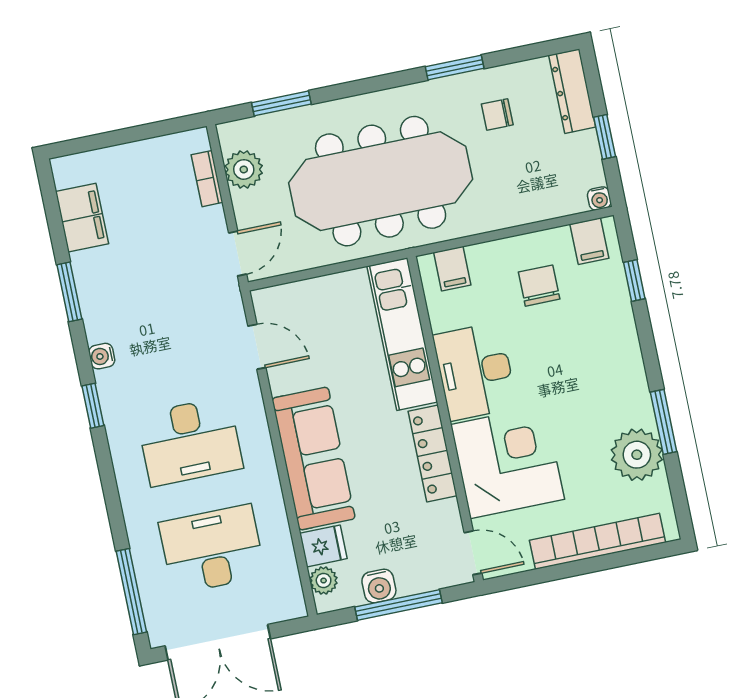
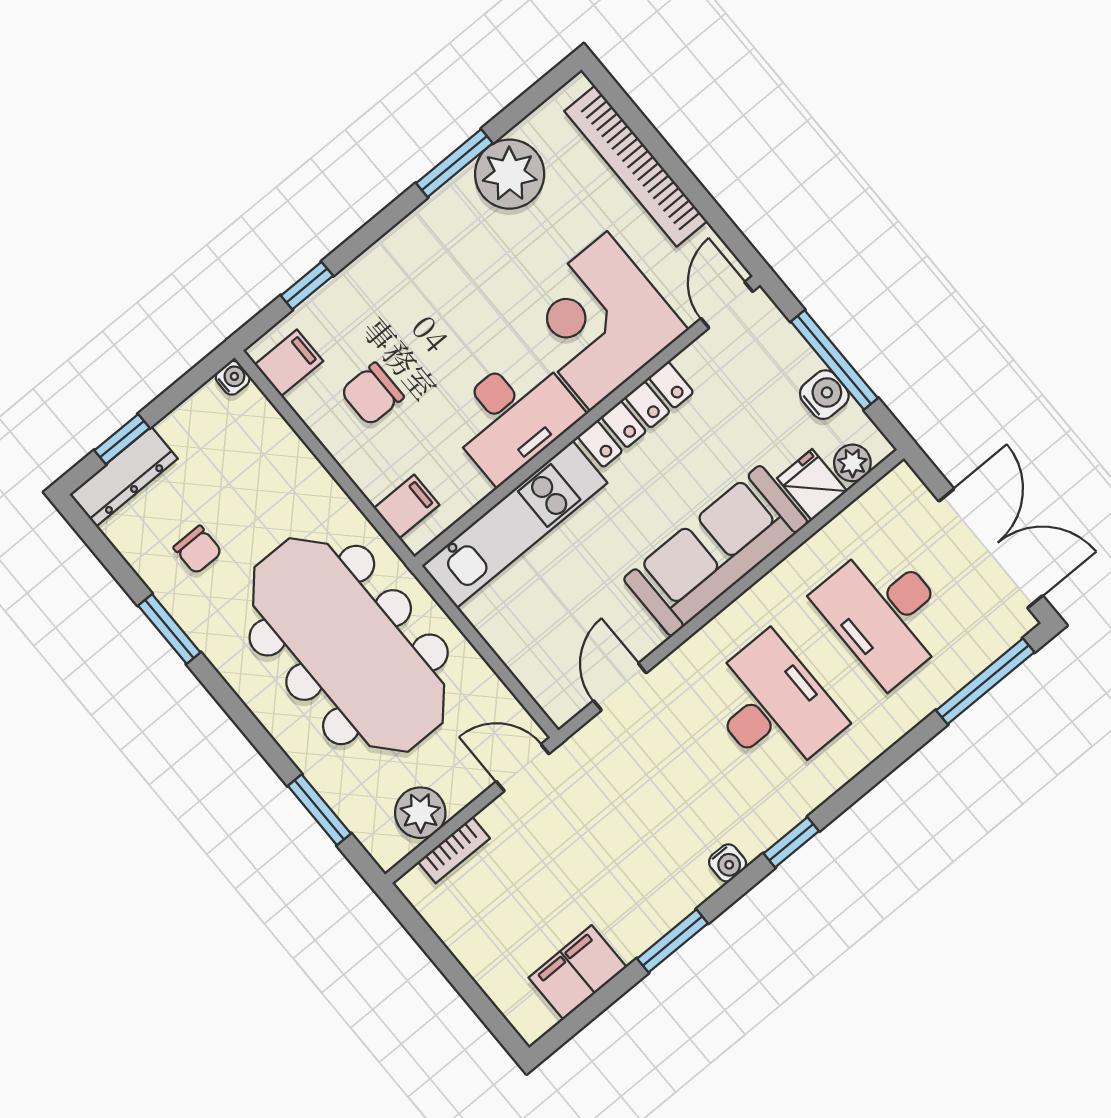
window: (605, 137) -> (122, 439), moved

